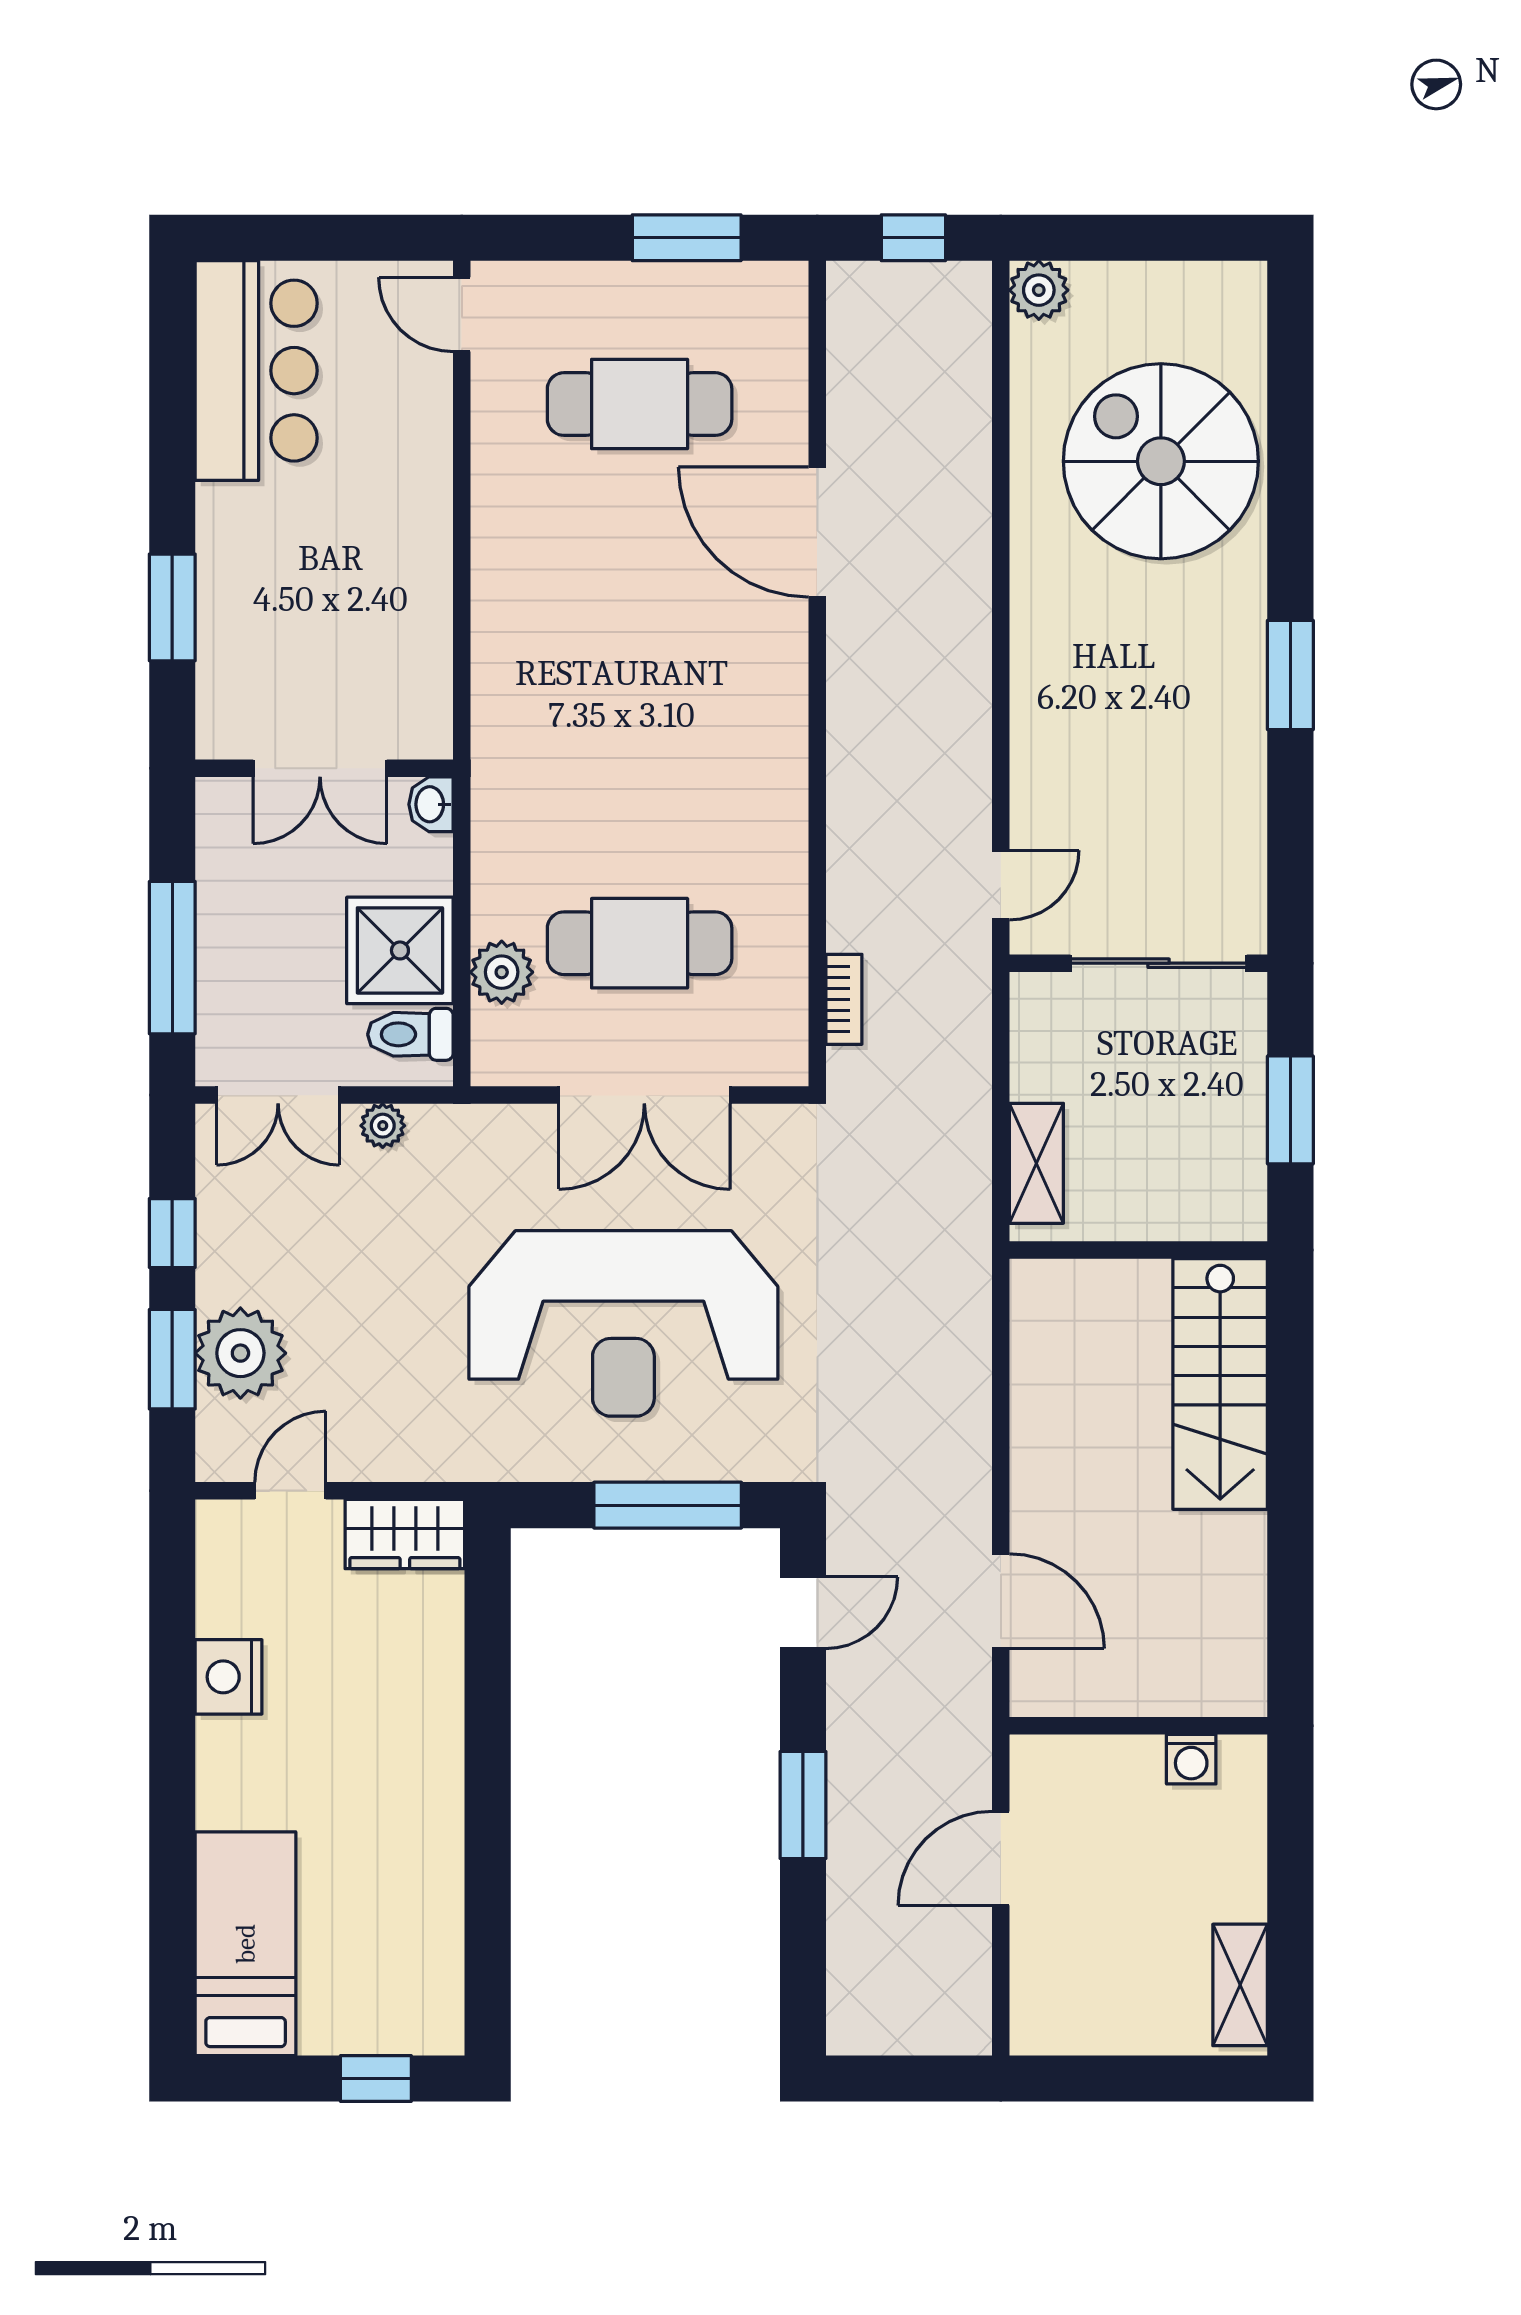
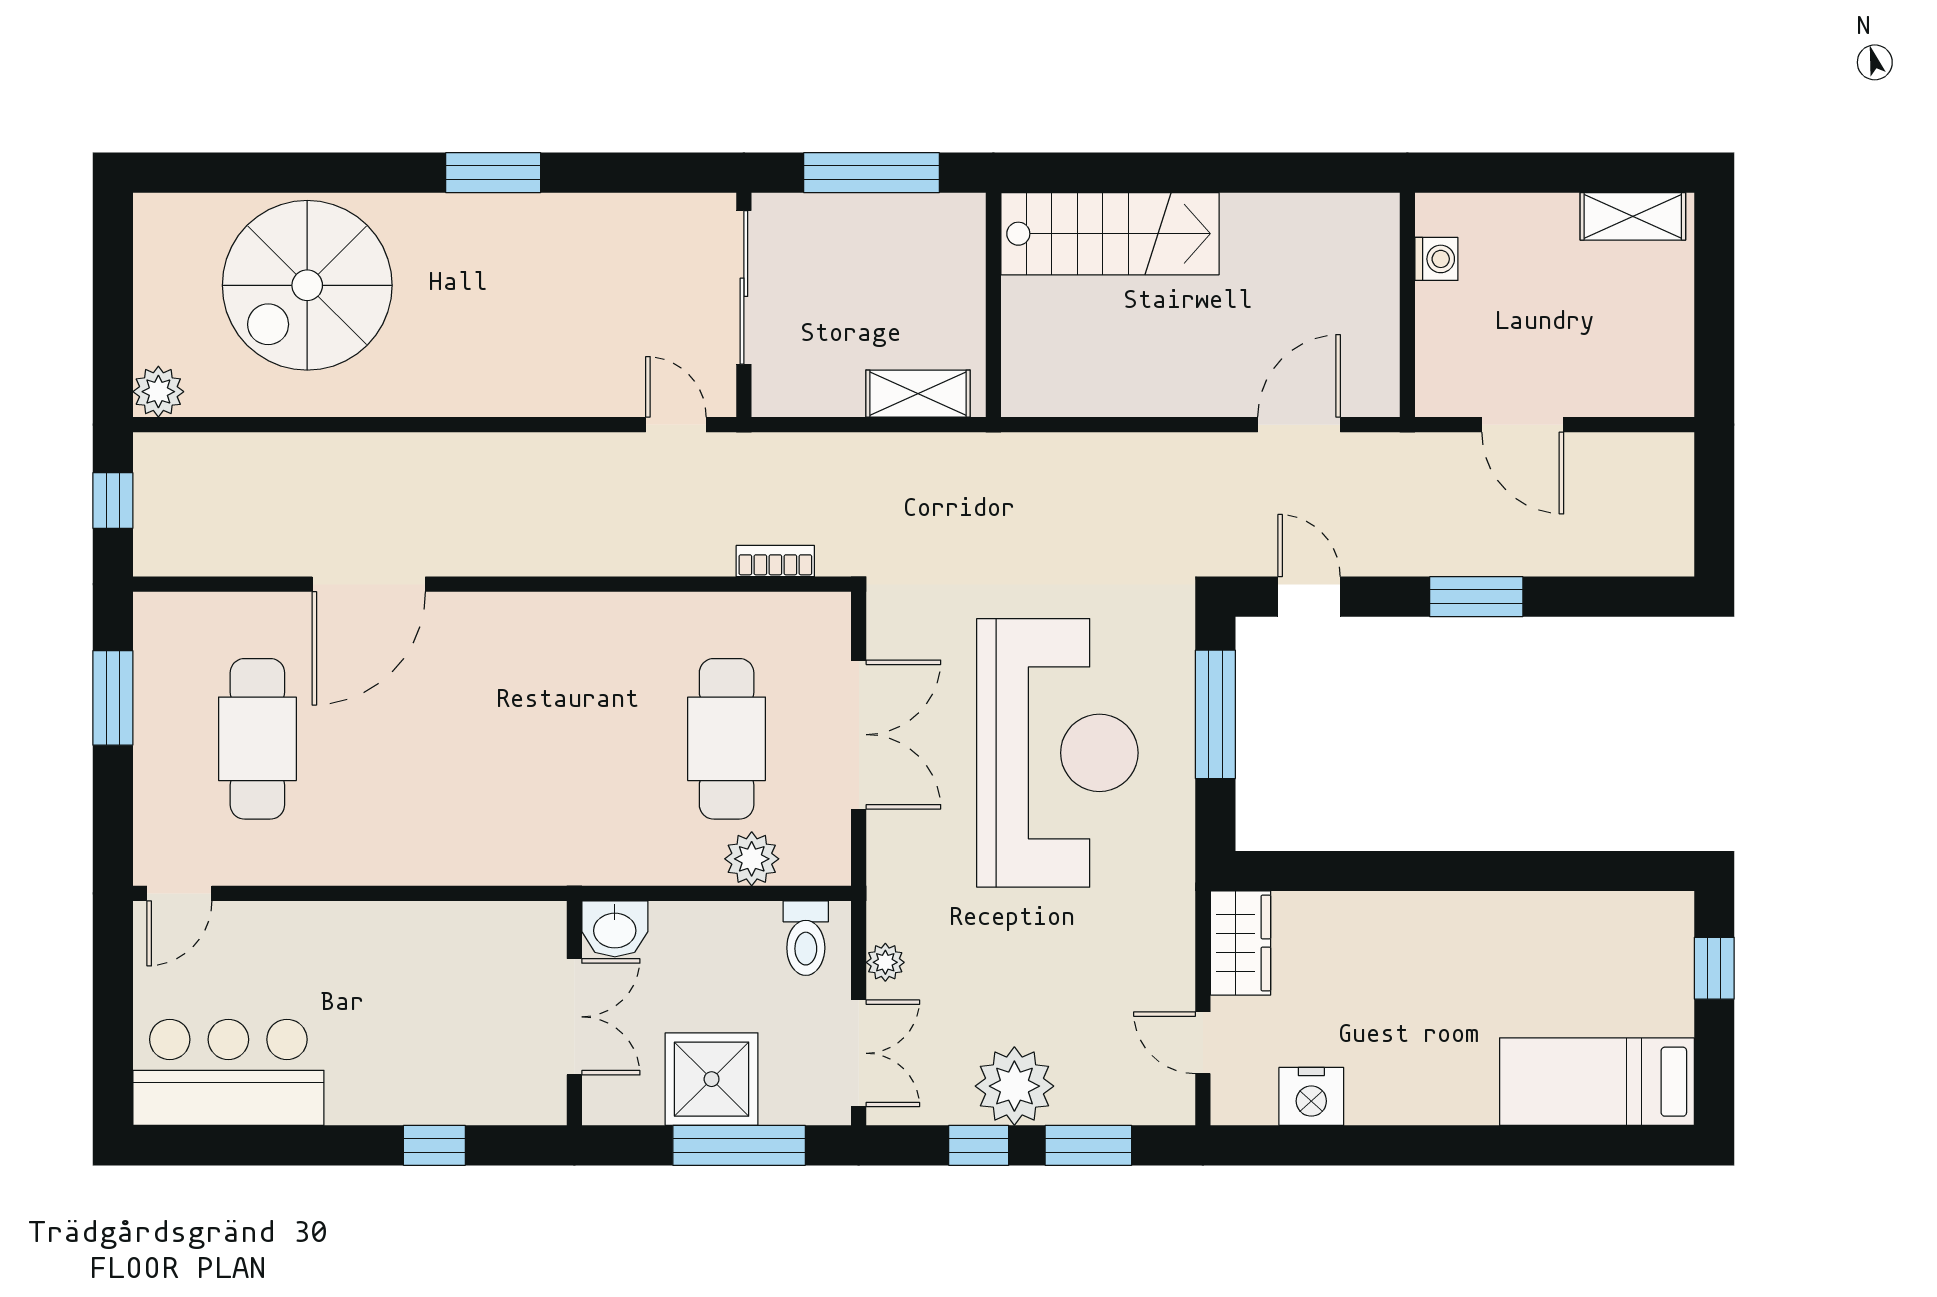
window: (172, 607) -> (434, 1145), width x0.67
washbasin: (431, 804) -> (615, 929), width x1.38, depth x1.45
shower: (400, 950) -> (712, 1079), moved
window: (1290, 1110) -> (872, 173), width x1.44
plant: (240, 1353) -> (1014, 1086), moved
nightstand: (229, 1677) -> (1311, 1096), moved

